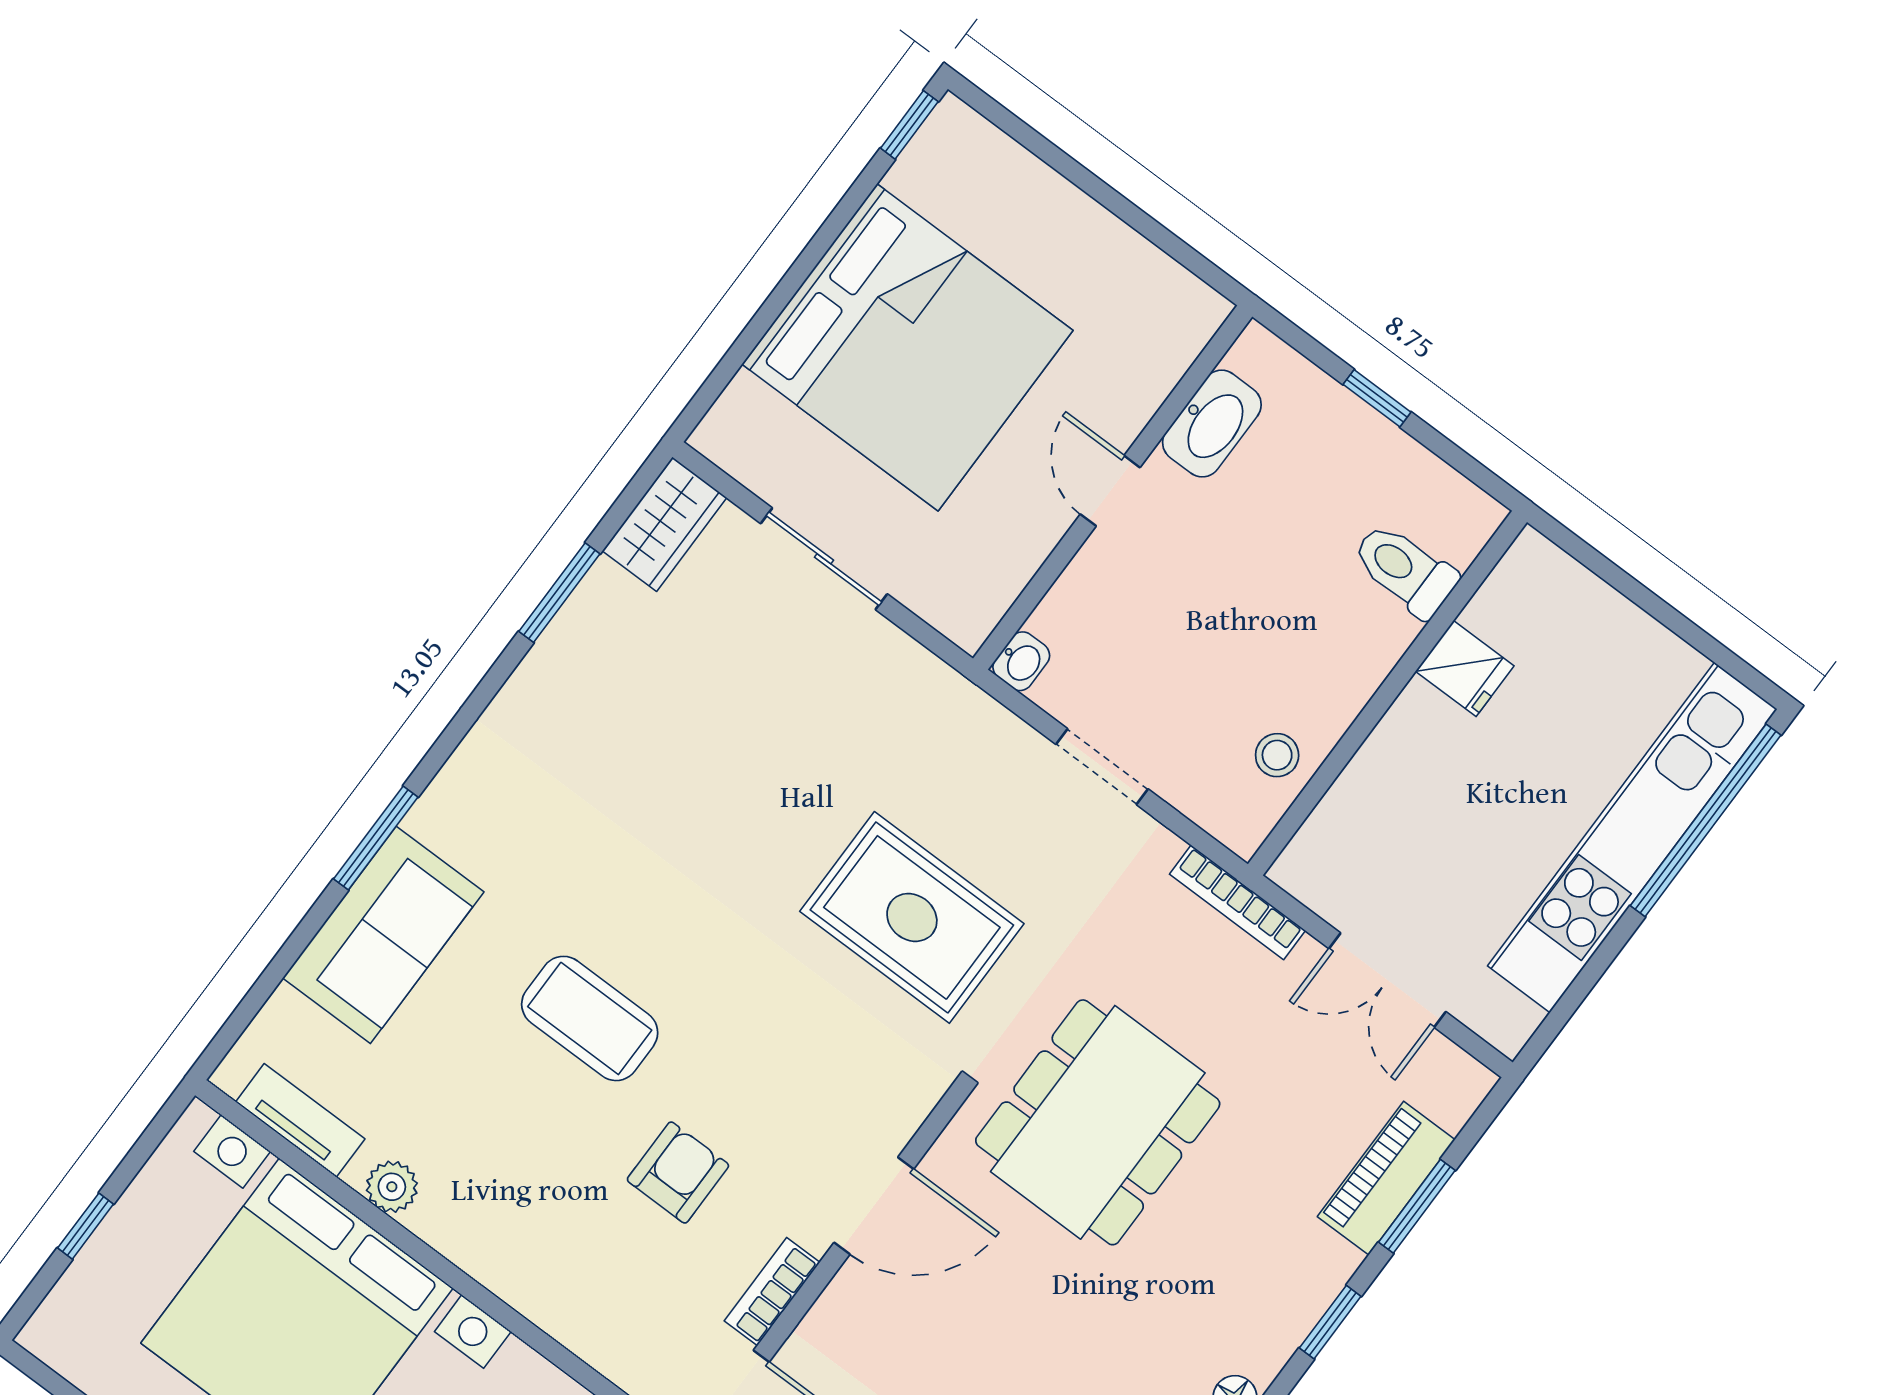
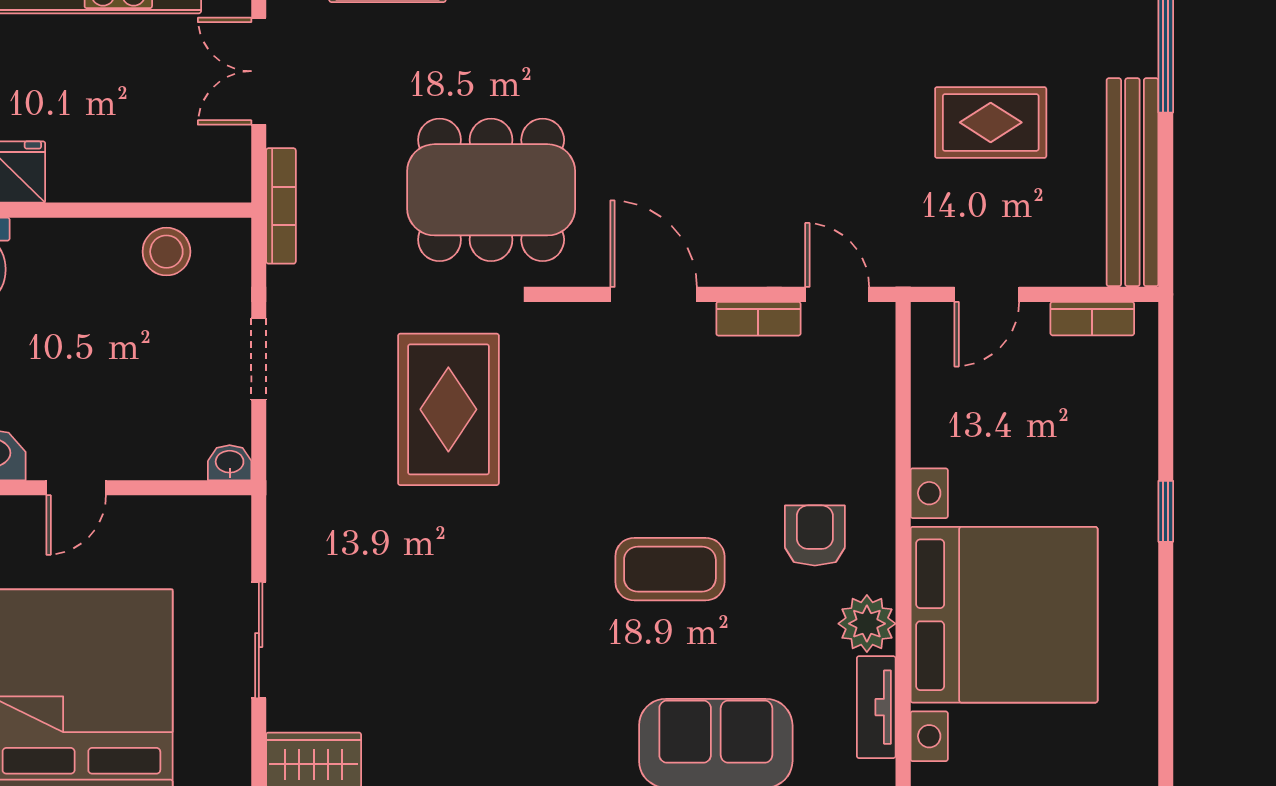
stool: (1277, 755) -> (166, 252), width x1.37, depth x1.37
double door: (1387, 980) -> (259, 71), swing flipped
coffee table: (590, 1018) -> (670, 569), turned 90
armchair: (678, 1173) -> (815, 536), moved, turned 90
plant: (392, 1187) -> (867, 624), width x1.38, depth x1.38

